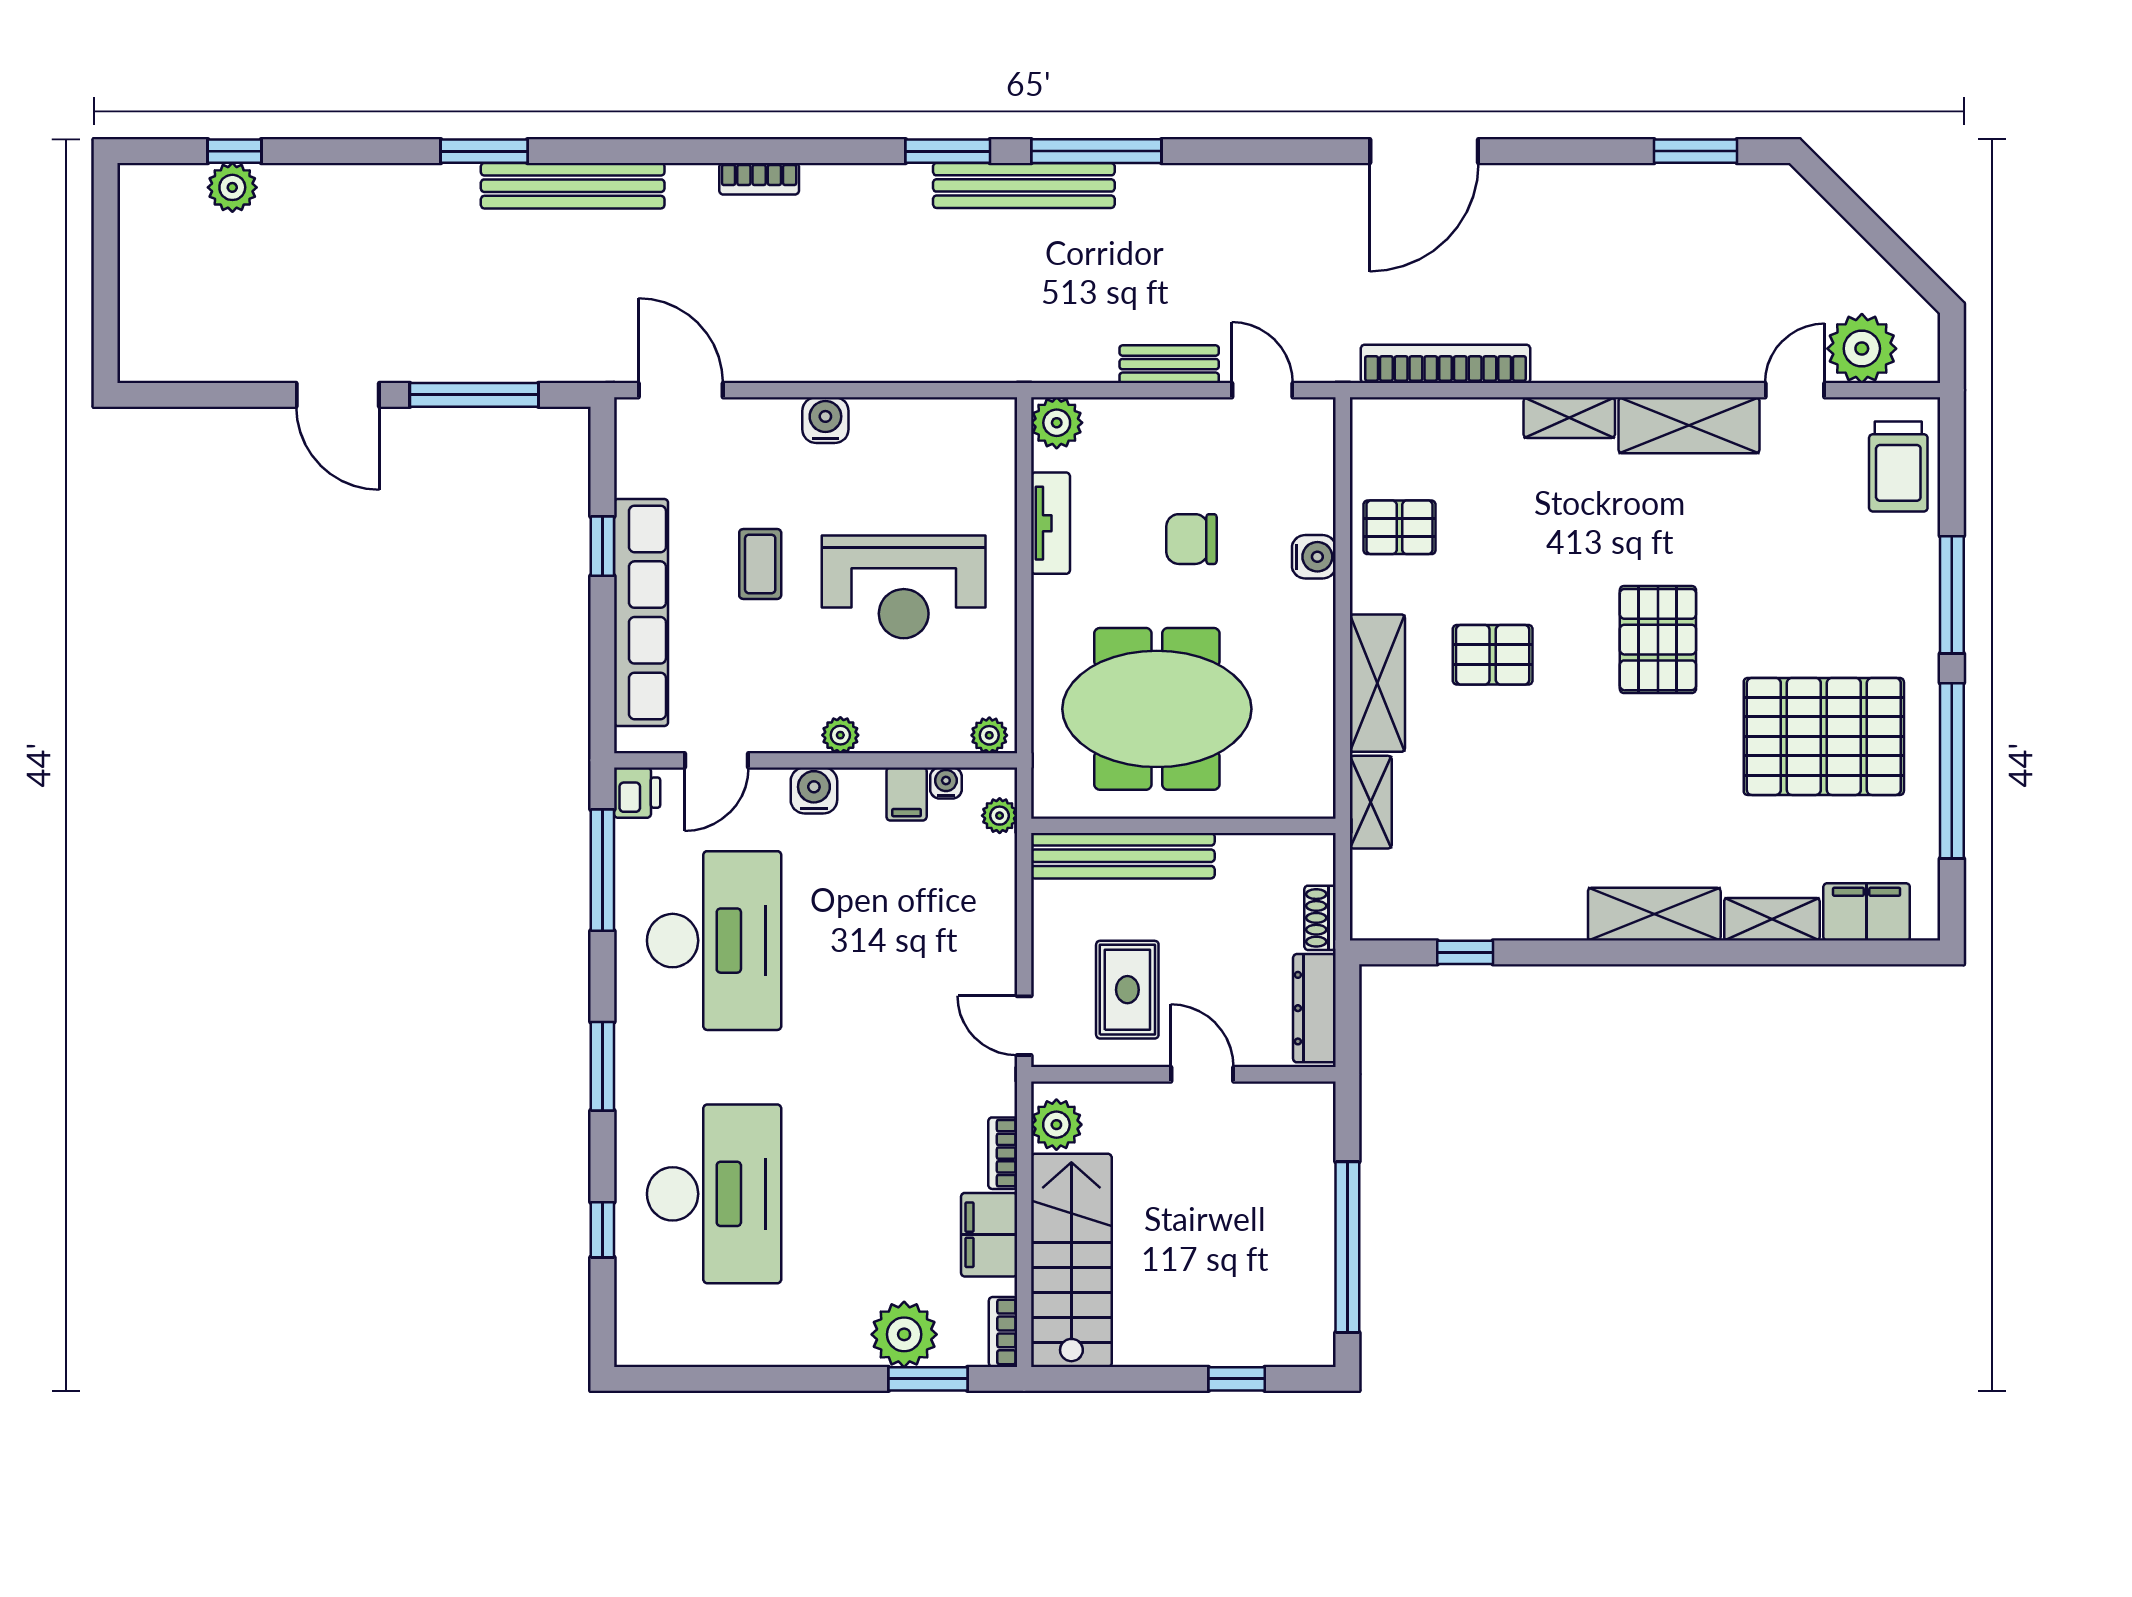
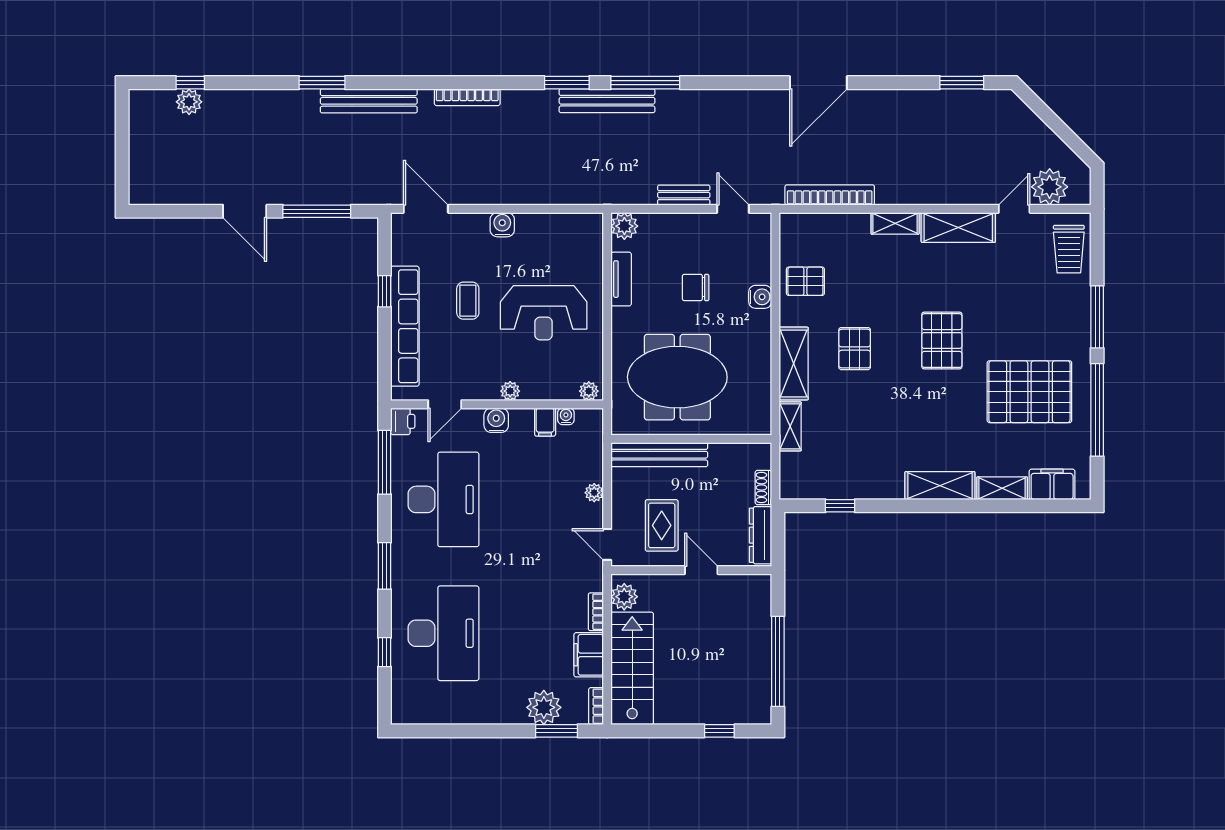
bookcase: (759, 179) -> (467, 97), width x1.56
pallet: (1493, 655) -> (855, 349), turned 90
plant: (1000, 816) -> (594, 493), moved

